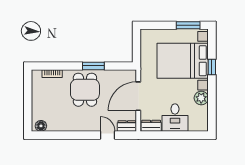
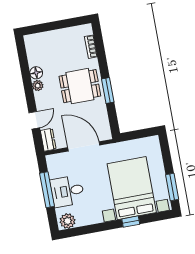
plant: (201, 98) -> (68, 221), moved
floor lamp: (41, 126) -> (36, 73), moved
dresser: (151, 126) -> (53, 167), removed
plant: (78, 127) -> (38, 86), added
window: (170, 135) -> (47, 190), added

